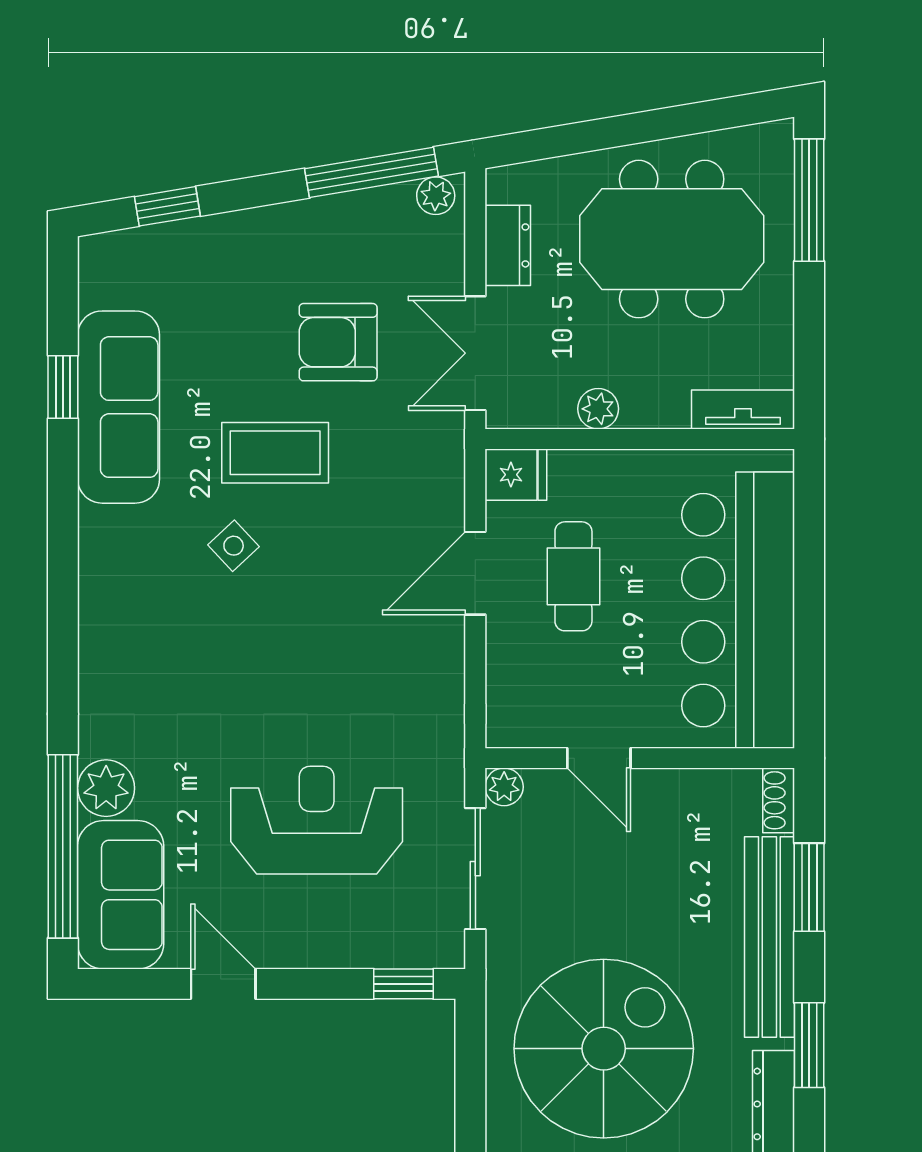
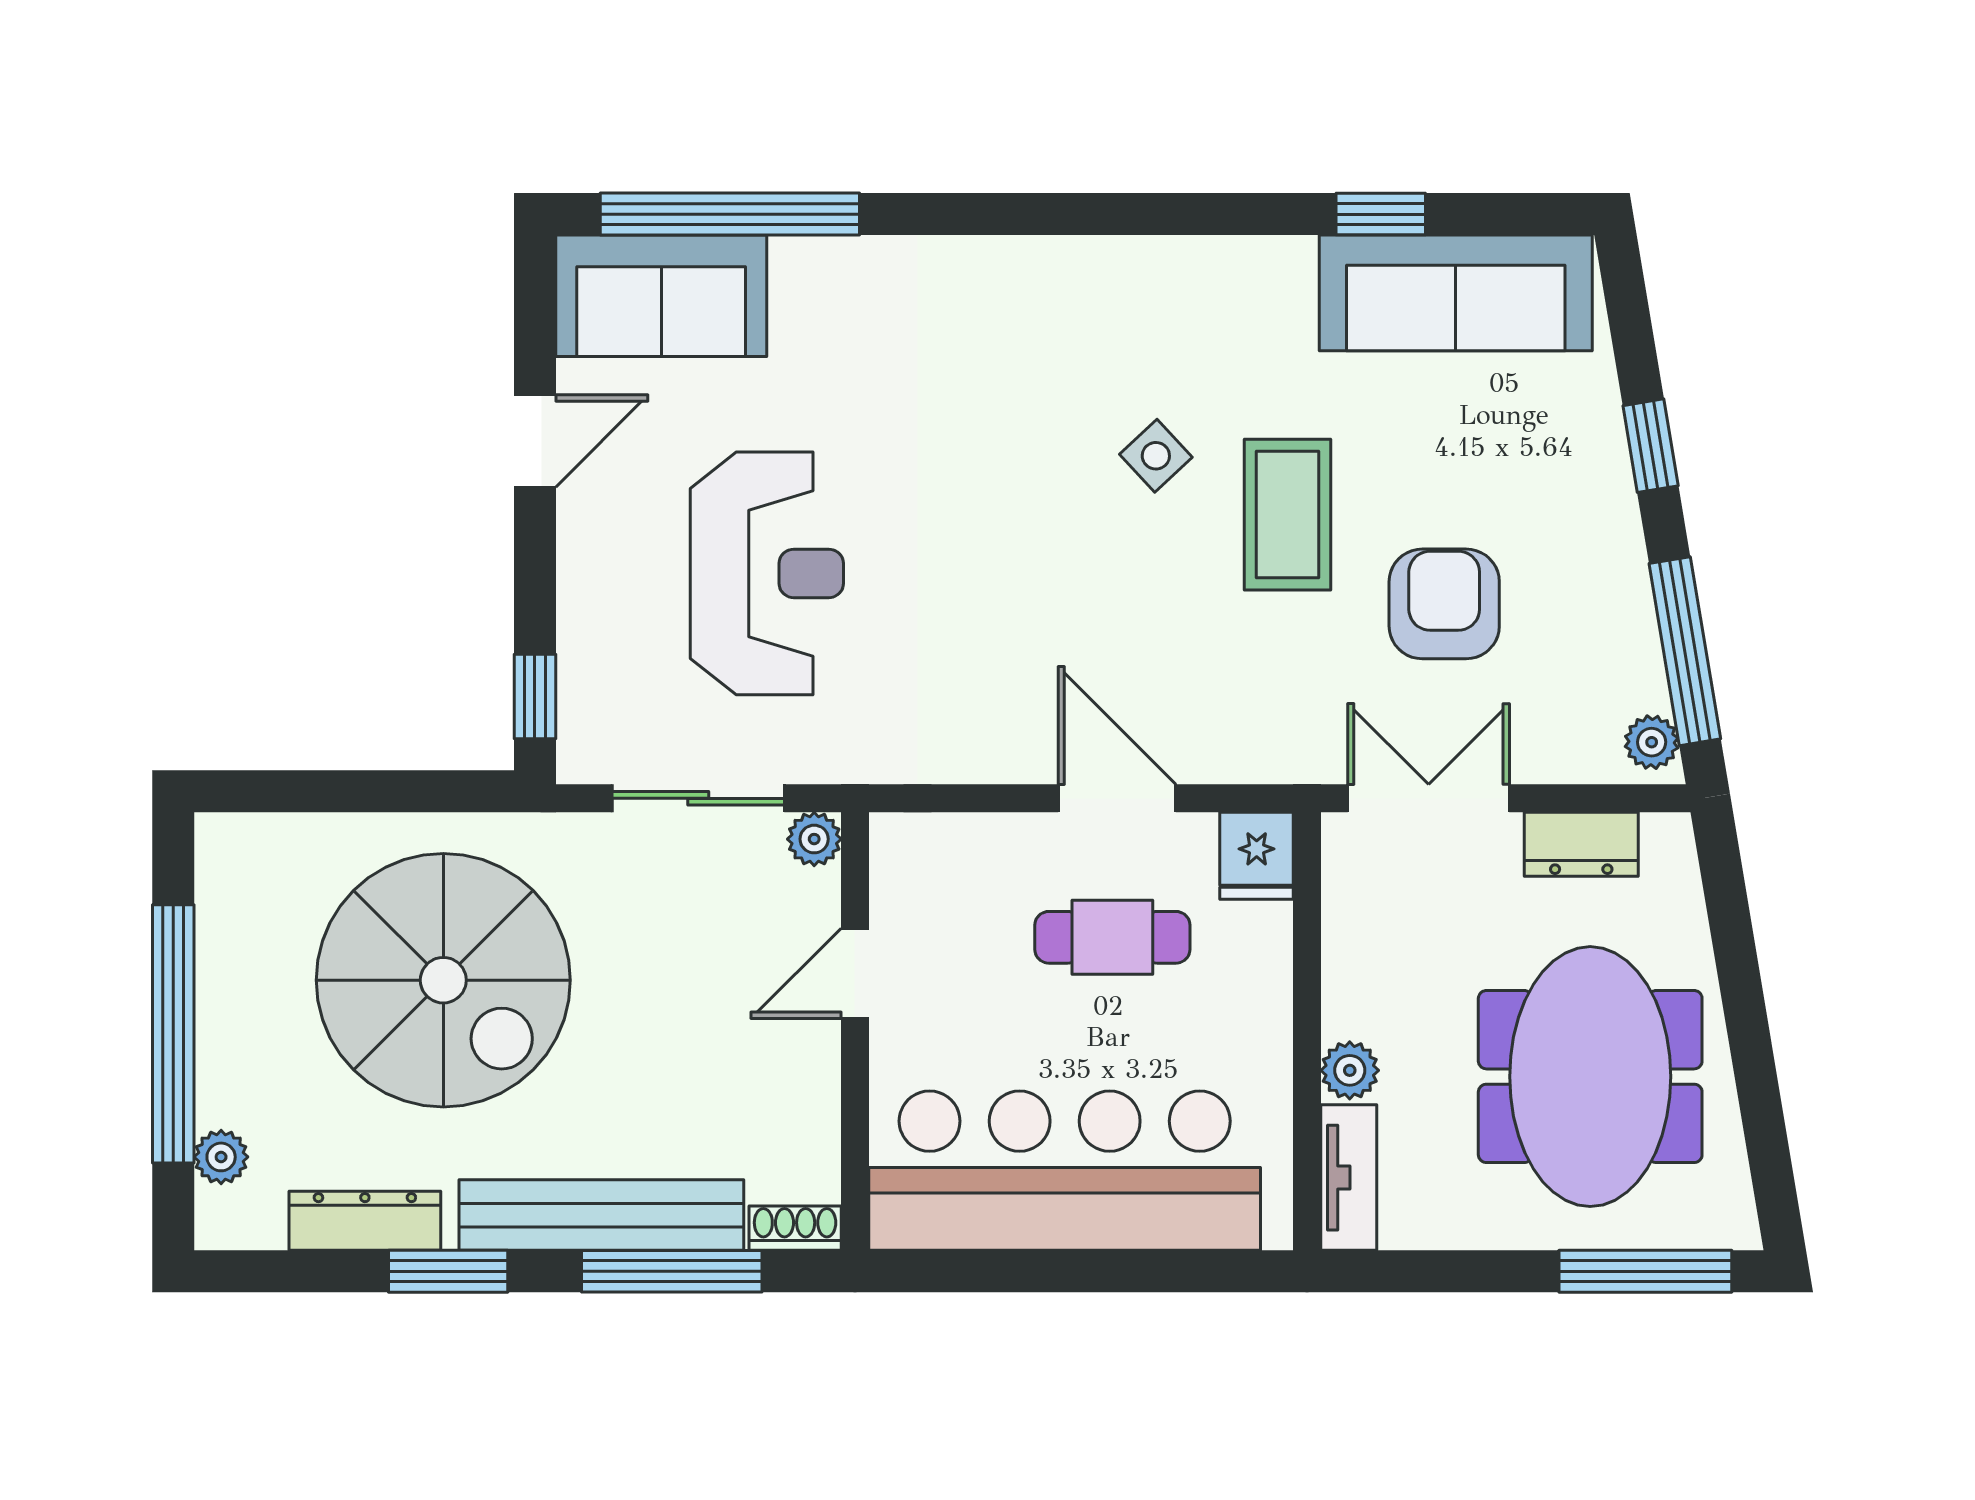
window: (167, 206) -> (1651, 446), moved
sofa: (119, 407) -> (1456, 293), moved
plant: (598, 409) -> (1350, 1070), moved
plant: (106, 788) -> (812, 275), removed
window: (809, 887) -> (672, 1271), width x1.44

